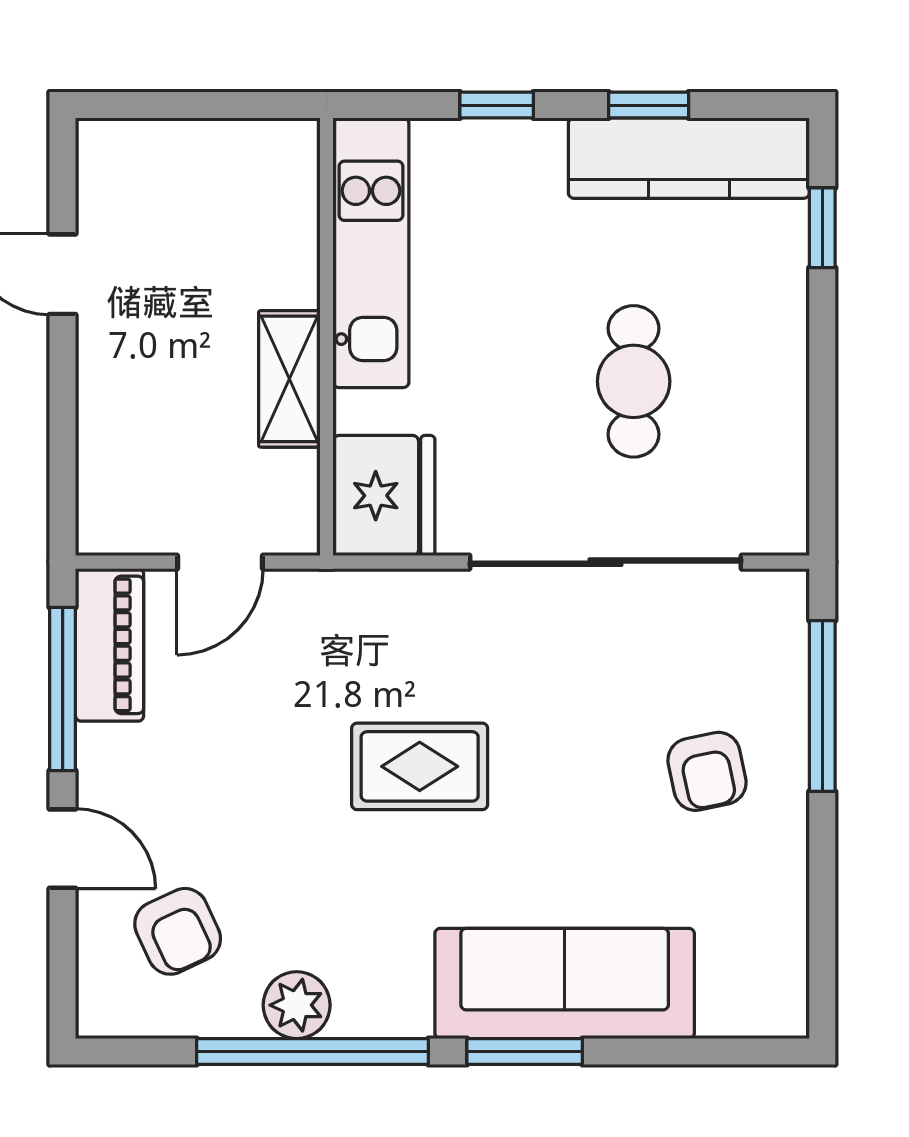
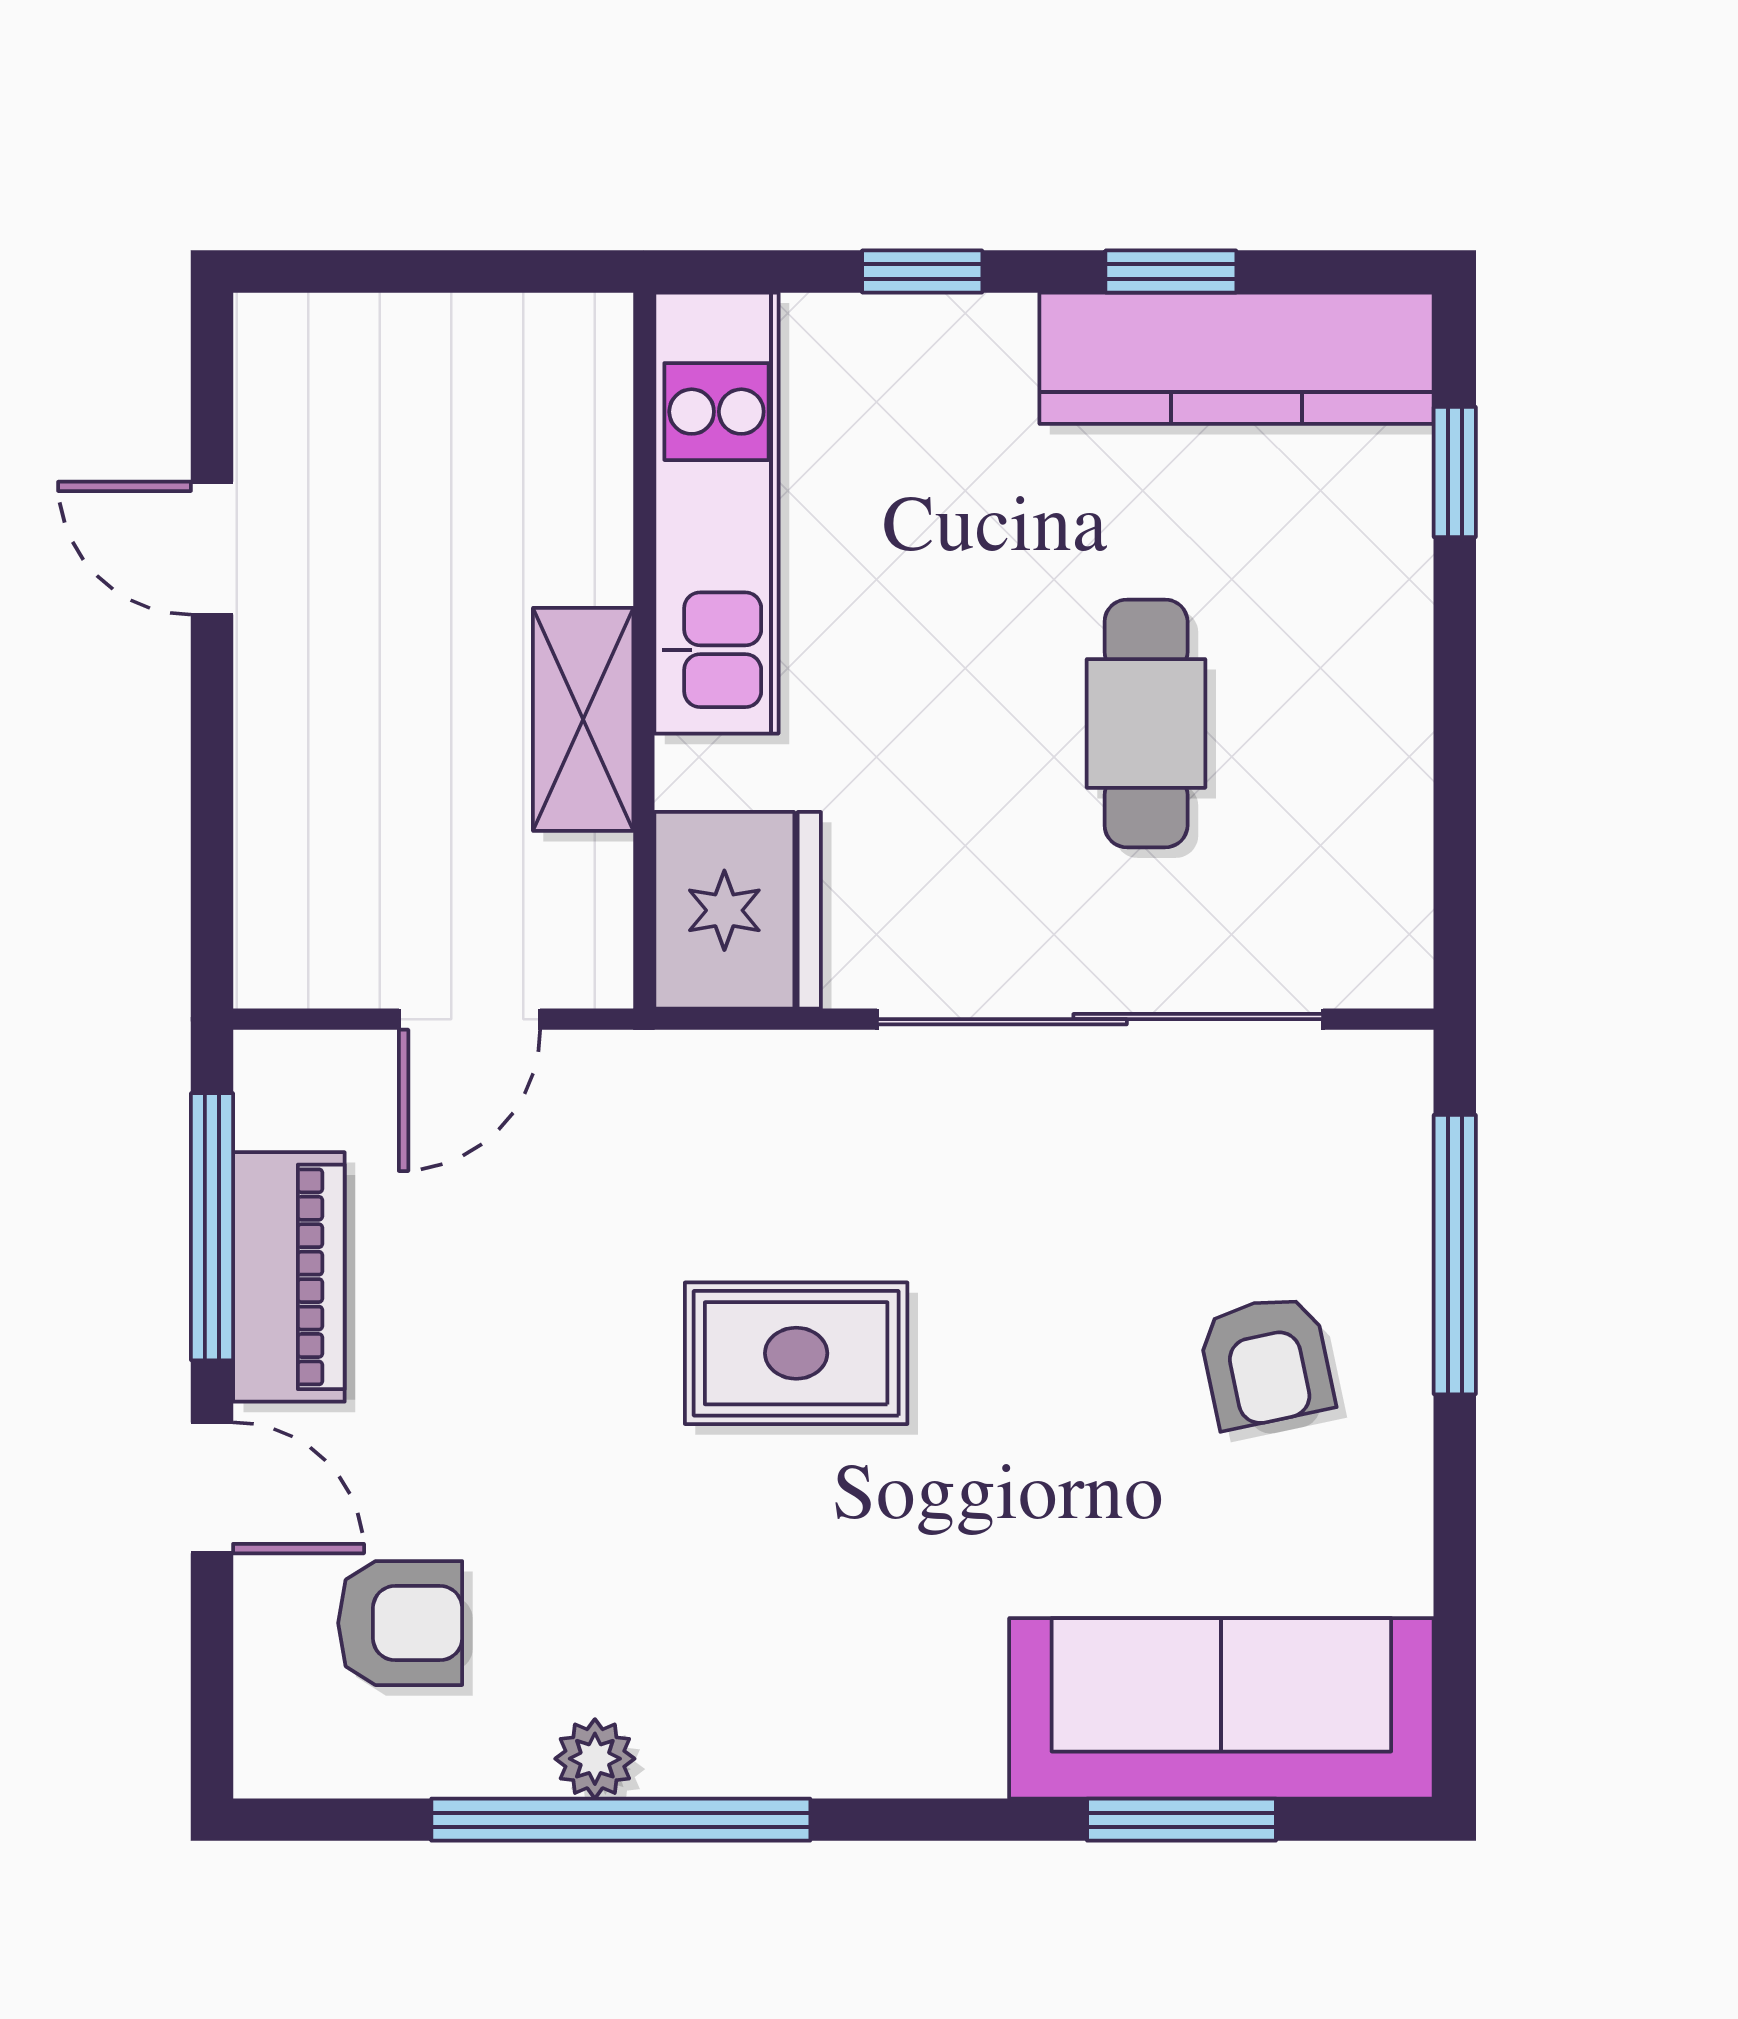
piano: (110, 645) -> (289, 1277), moved
armchair: (178, 931) -> (400, 1623), turned -65
sofa: (565, 983) -> (1221, 1708), moved
plant: (297, 1005) -> (595, 1759), width x0.73, depth x0.73
window: (525, 1051) -> (1182, 1820), moved

